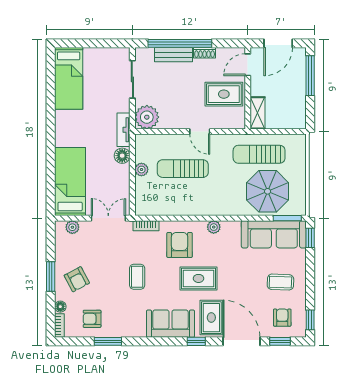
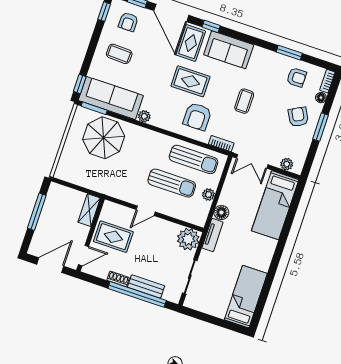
window: (310, 76) -> (37, 212), moved
door: (200, 132) -> (146, 211), swing flipped
sun lounger: (259, 154) -> (194, 159), moved
plant: (214, 227) -> (144, 116), moved

